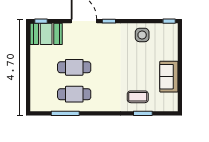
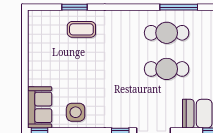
sofa: (169, 77) -> (40, 107), moved

